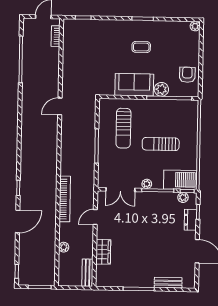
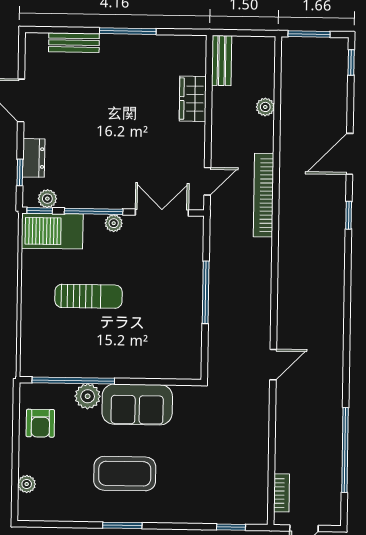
plant: (195, 26) -> (27, 484), moved
coffee table: (141, 47) -> (125, 474), width x1.86, depth x1.72
sun lounger: (123, 128) -> (157, 325), removed
door: (95, 217) -> (207, 181), moved

